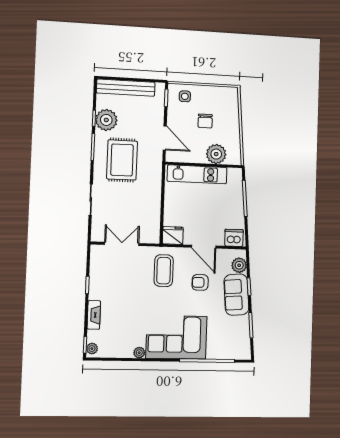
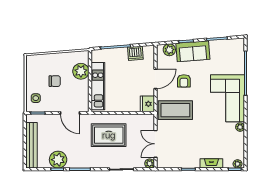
door: (165, 138) -> (70, 113), swing flipped
rug: (122, 160) -> (109, 135), moved
plant: (97, 236) -> (150, 164), added
dishwasher: (234, 238) -> (135, 53), moved, turned -95
coffee table: (164, 271) -> (175, 110), width x1.36, depth x1.32

